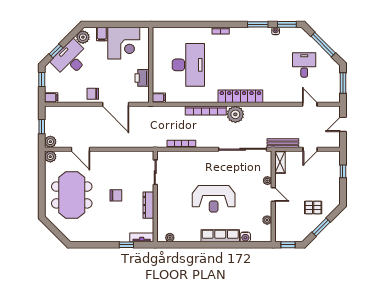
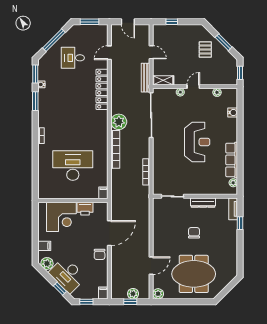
corner desk: (124, 43) -> (61, 217), moved, turned 90
locker: (240, 96) -> (102, 89), moved
plant: (50, 142) -> (133, 294), moved
row of seats: (220, 236) -> (232, 160), moved

